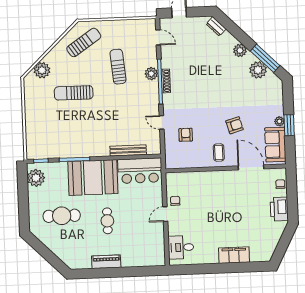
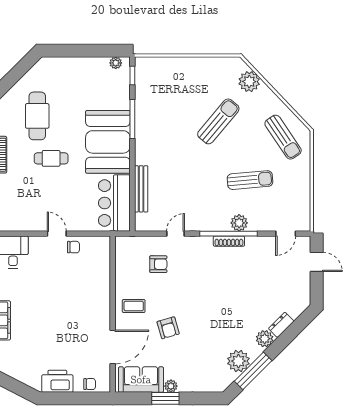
dresser: (216, 26) -> (281, 325), moved
sun lounger: (74, 93) -> (218, 121), turned 40
plant: (36, 178) -> (116, 63), width x0.53, depth x0.53
cafe table: (62, 216) -> (37, 116), moved

